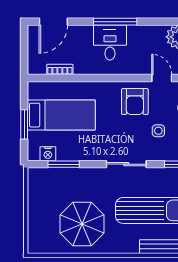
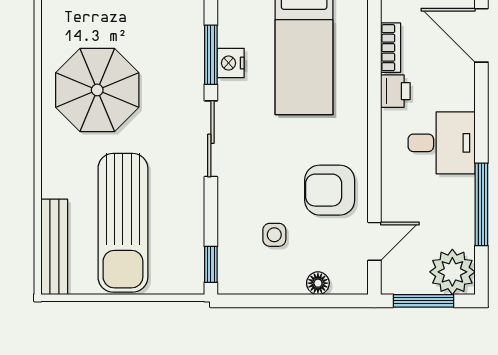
window: (115, 22) -> (481, 204), moved
printer: (83, 67) -> (395, 91), added
nightstand: (48, 154) -> (231, 63), moved
sliding door: (126, 164) -> (211, 139), moved

